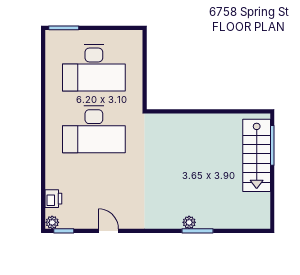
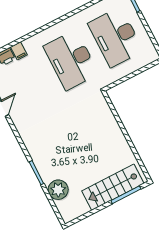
filing cabinet: (54, 181) -> (19, 51), added
plant: (189, 222) -> (58, 190), moved, width x1.87, depth x1.87

